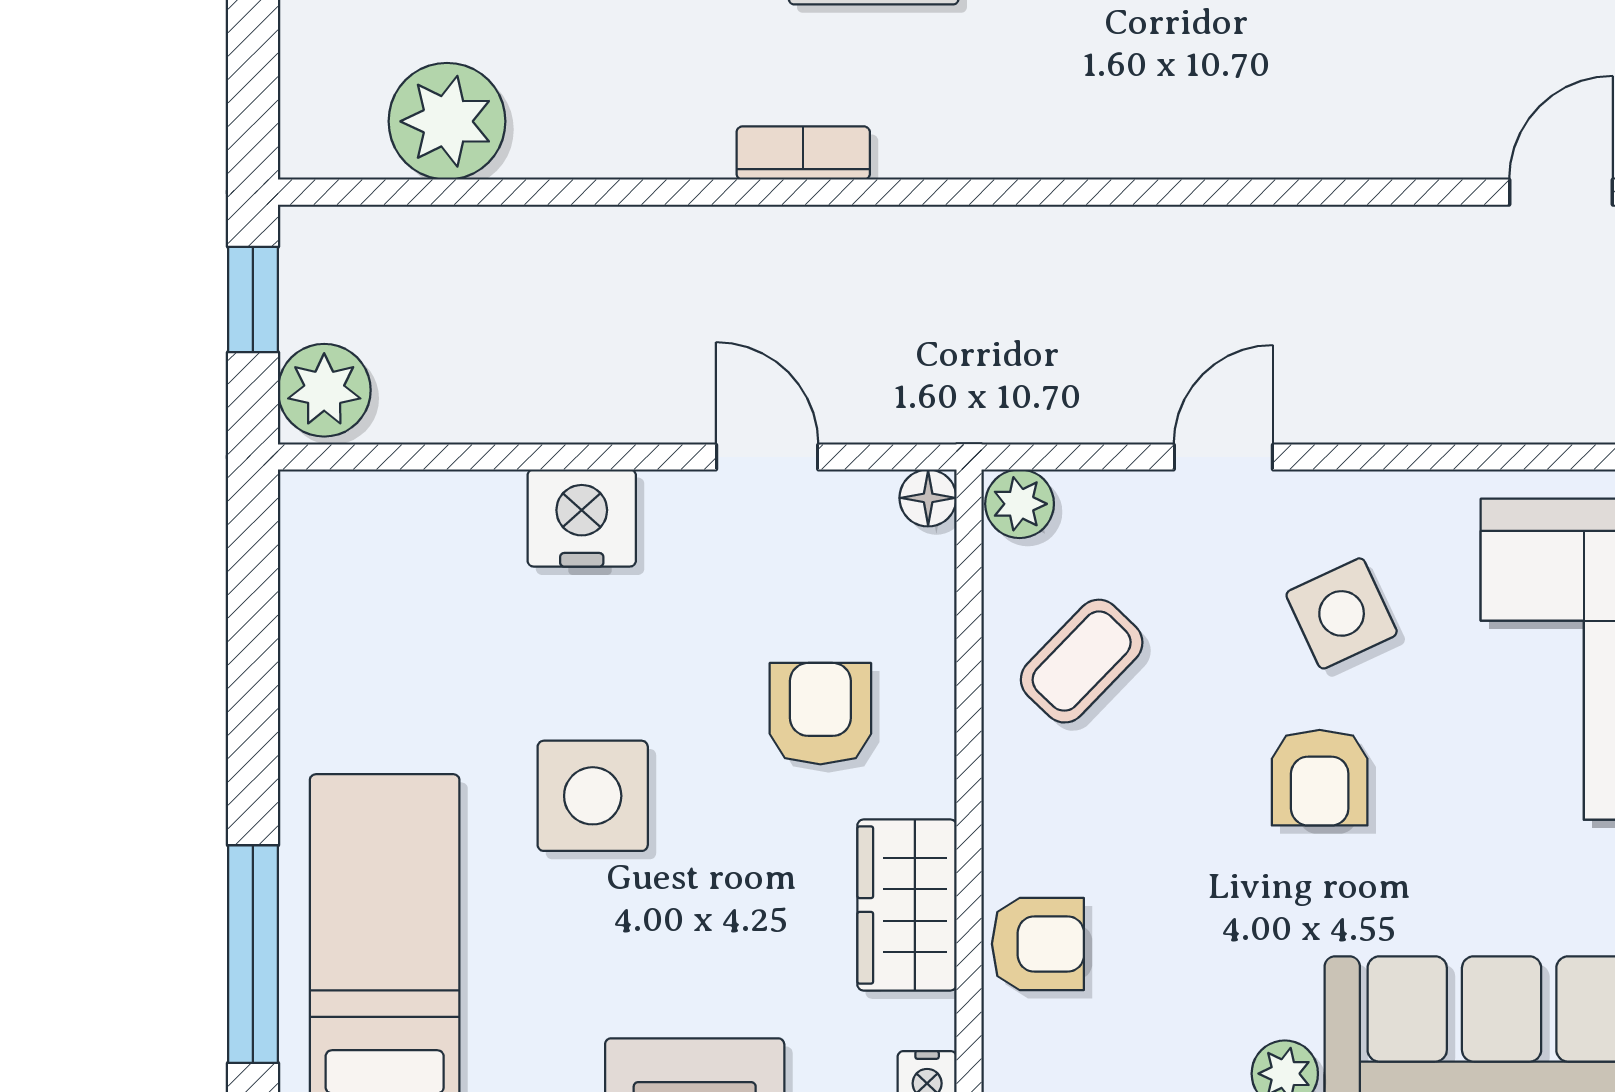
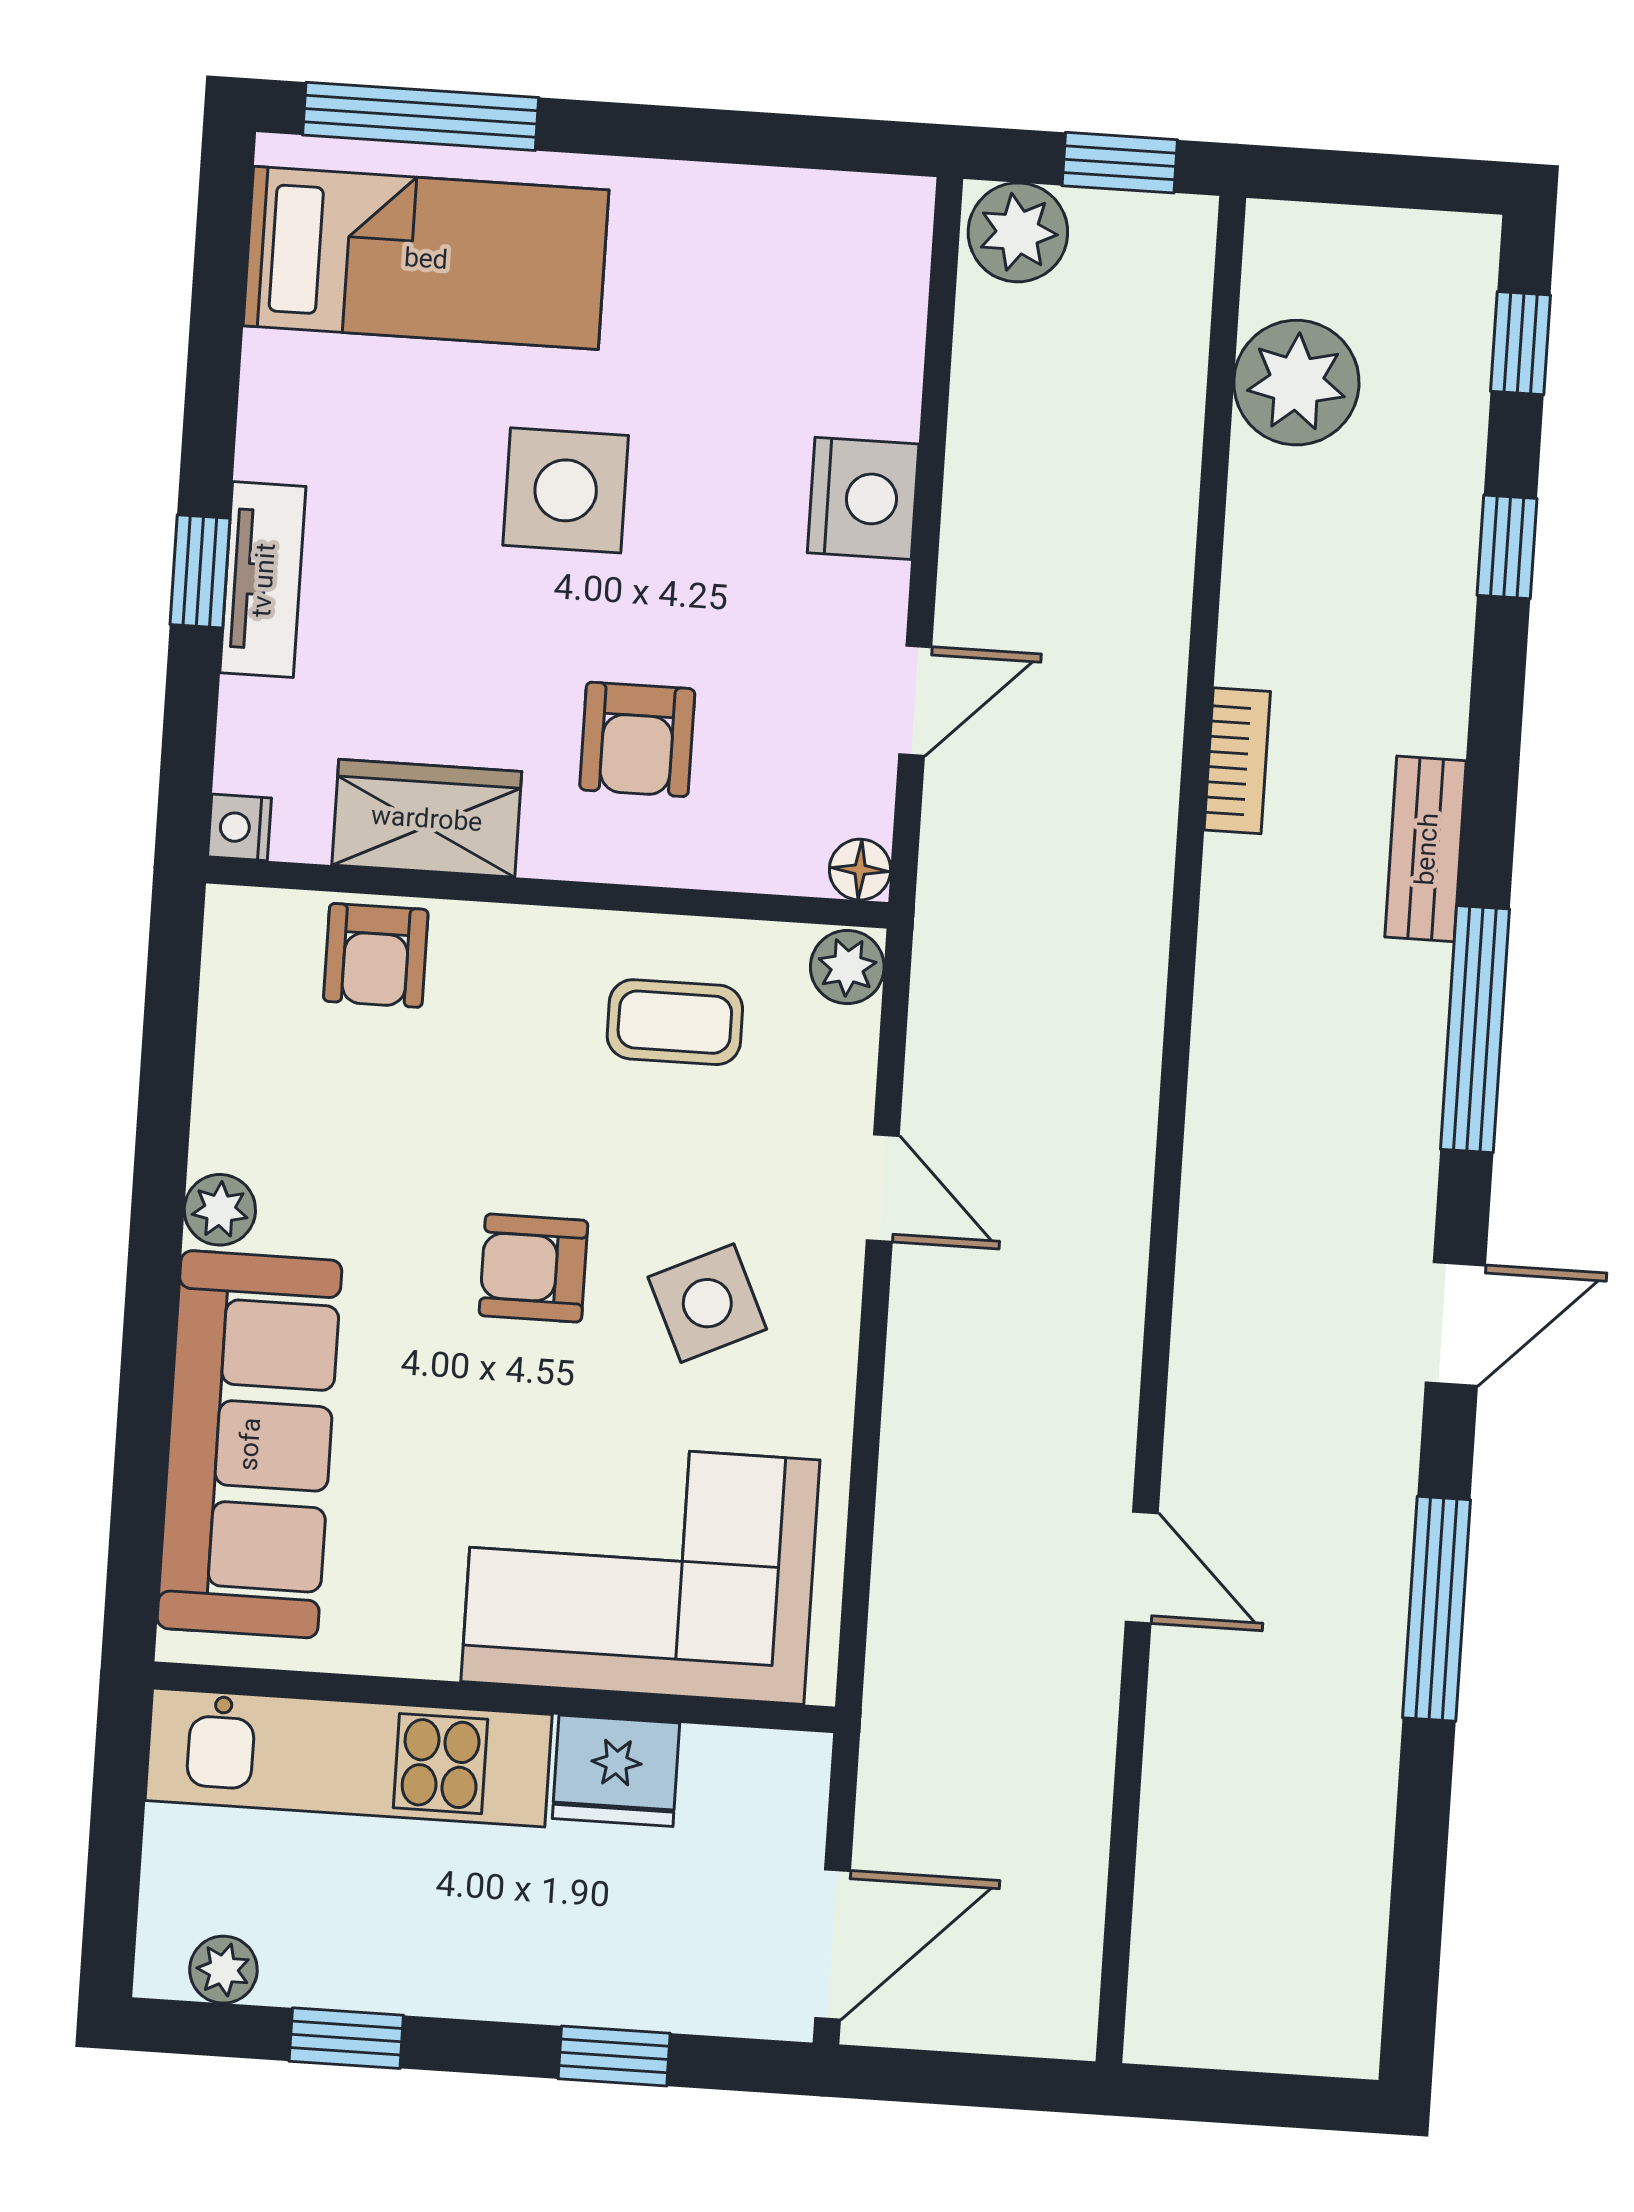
coffee table: (1082, 661) -> (675, 1022), turned -44
armchair: (820, 714) -> (637, 739), turned 90

